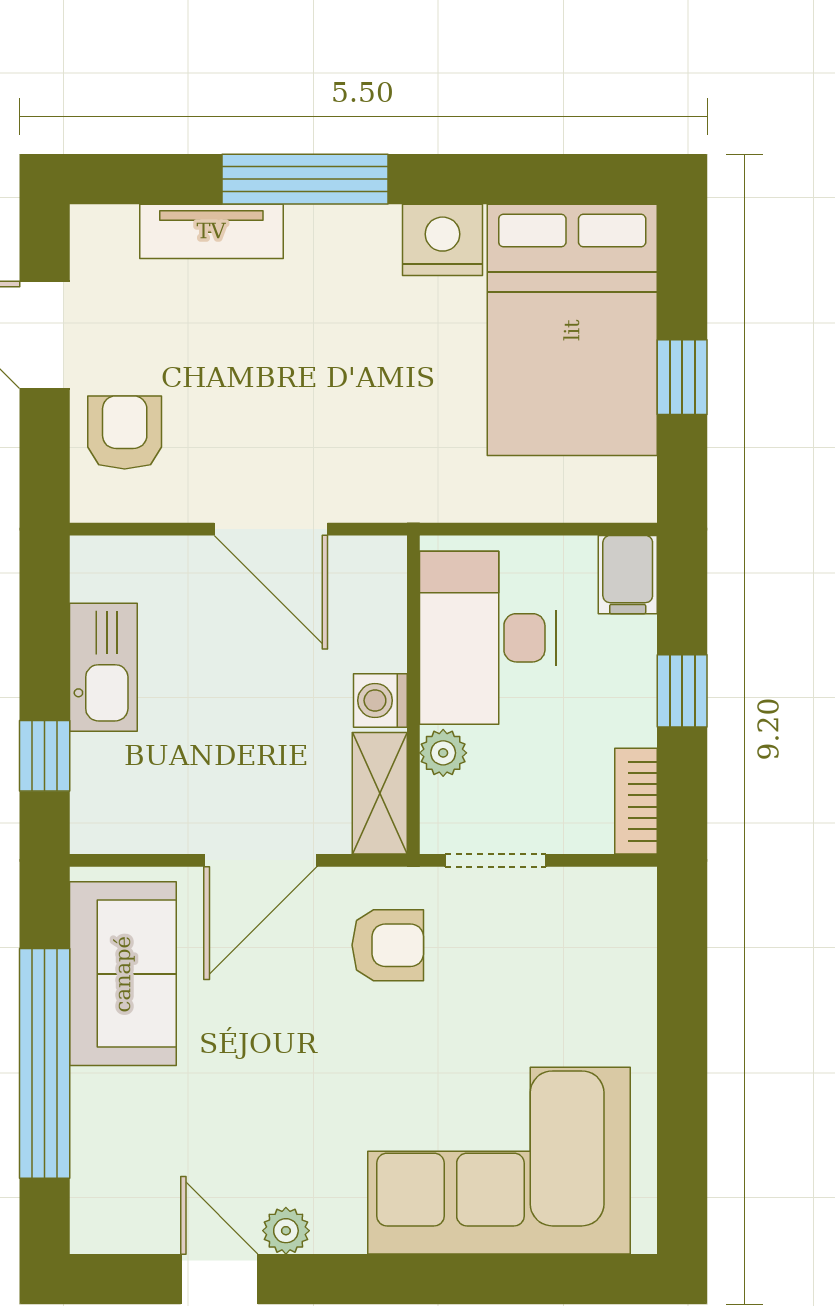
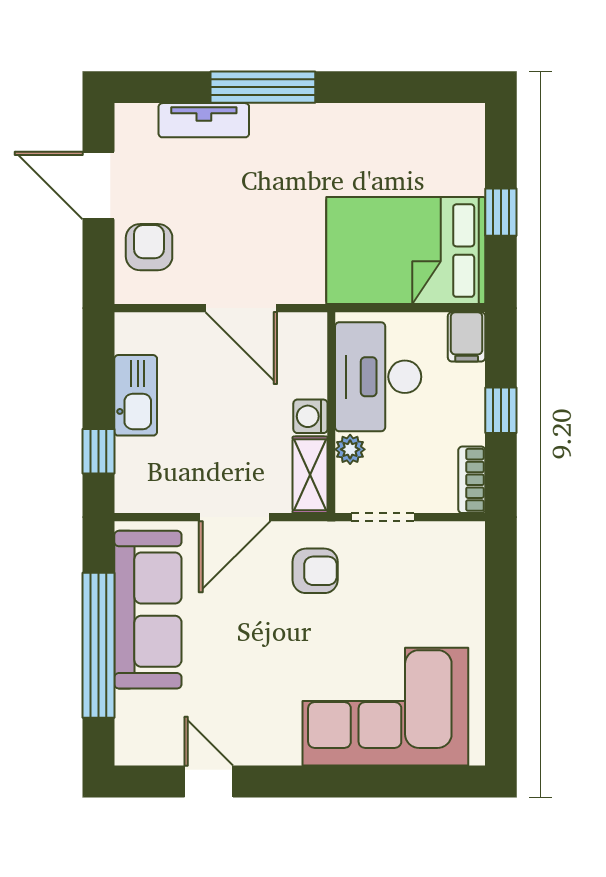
nightstand: (442, 240) -> (350, 126), removed
bed: (572, 330) -> (406, 251), moved, turned 90
sofa: (123, 974) -> (148, 610), width x1.36
plant: (286, 1231) -> (251, 751), removed

